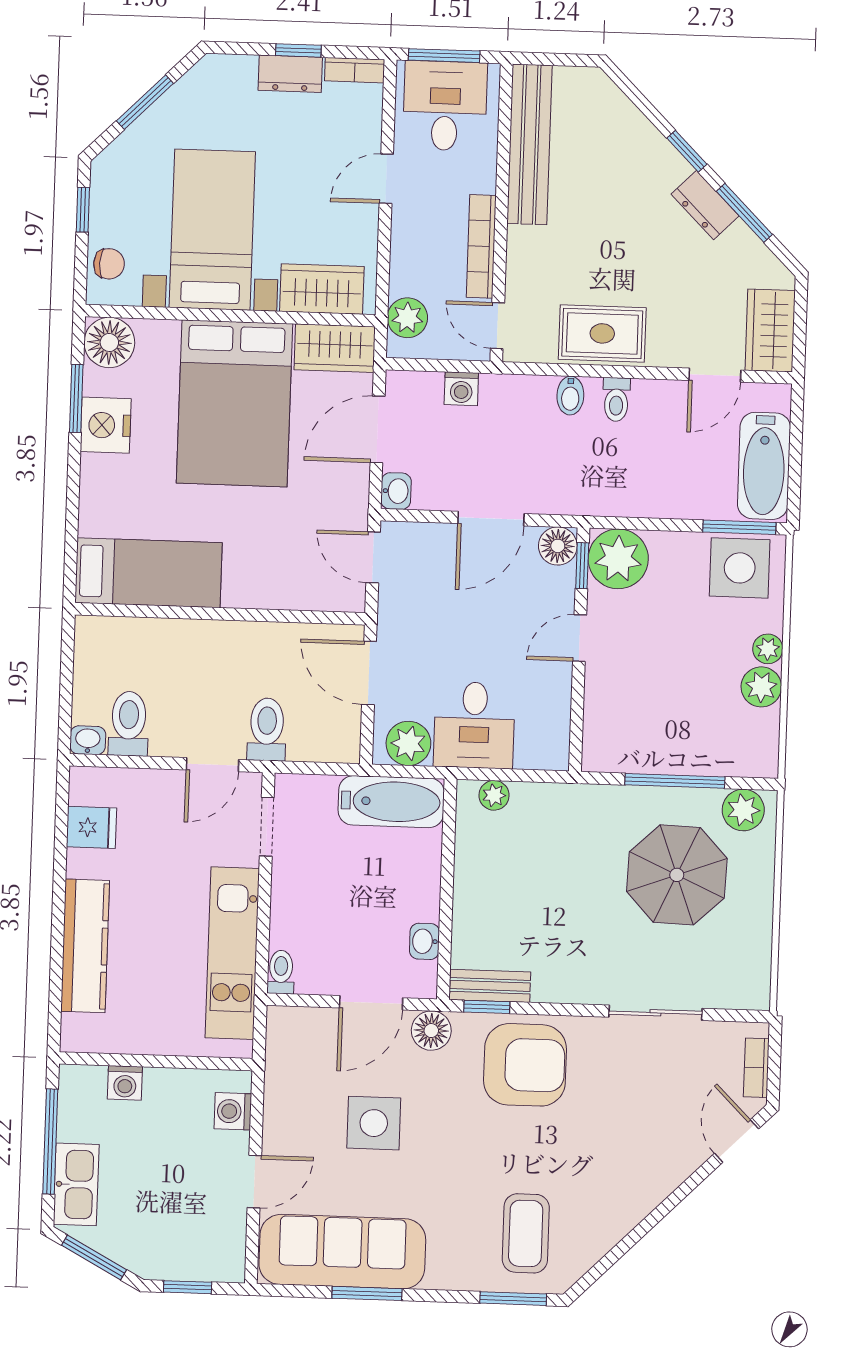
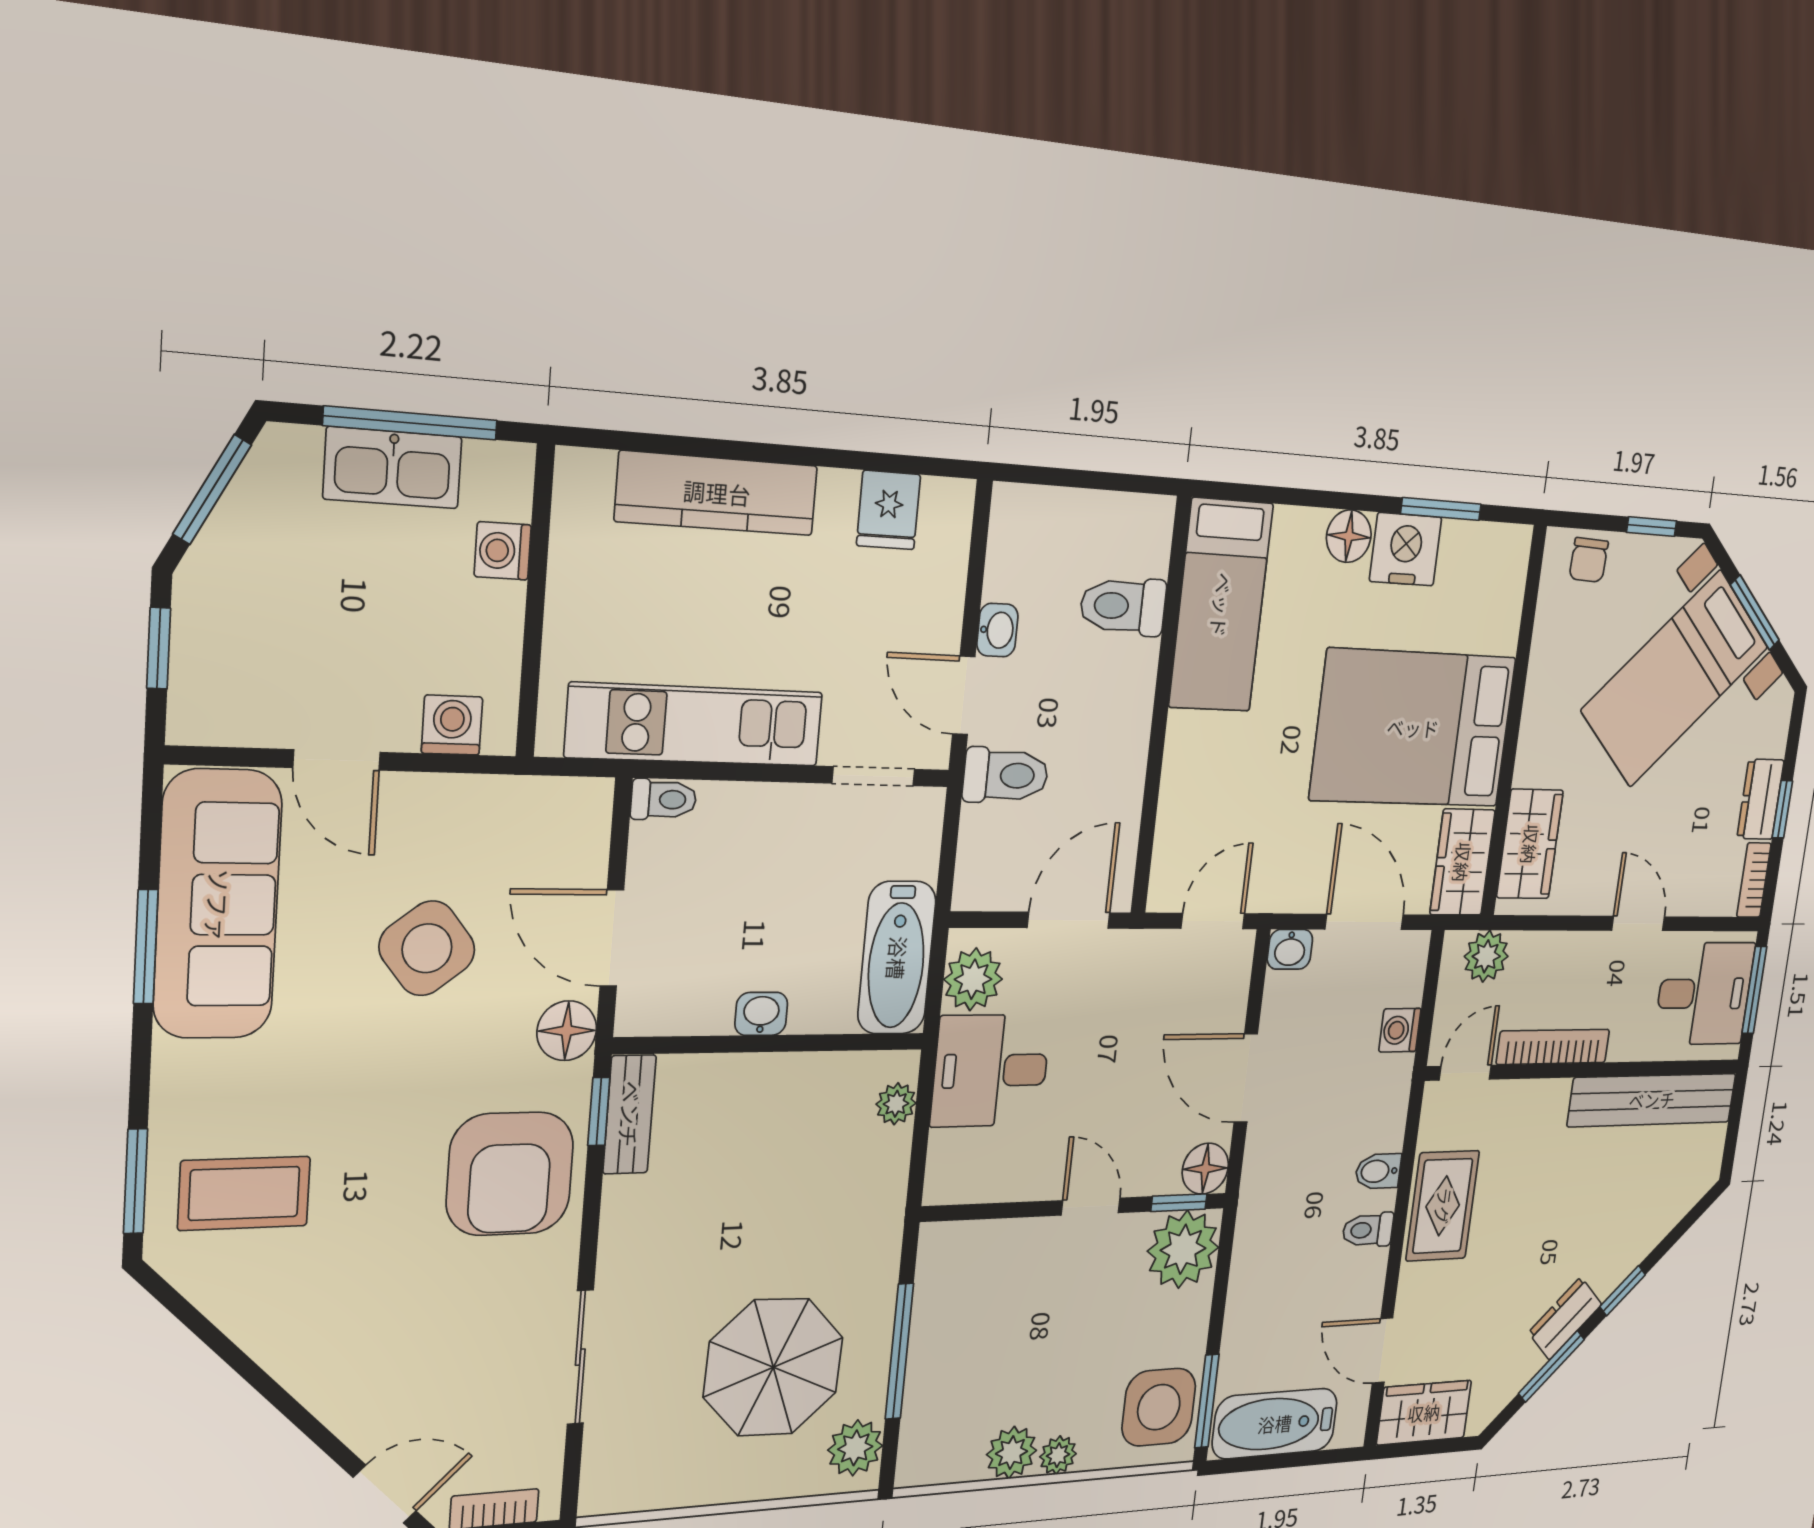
bed with nightstands: (212, 230) -> (1675, 678), moved, turned 135
floor lamp: (109, 343) -> (1349, 536), moved, width x0.73, depth x0.73
toilet: (129, 724) -> (1123, 606), moved, turned 180
washbasin: (88, 740) -> (997, 630), moved
washbasin: (425, 941) -> (761, 1014), moved
side table: (374, 1123) -> (427, 948), turned -38
kitchen sink: (76, 1184) -> (393, 468), moved

